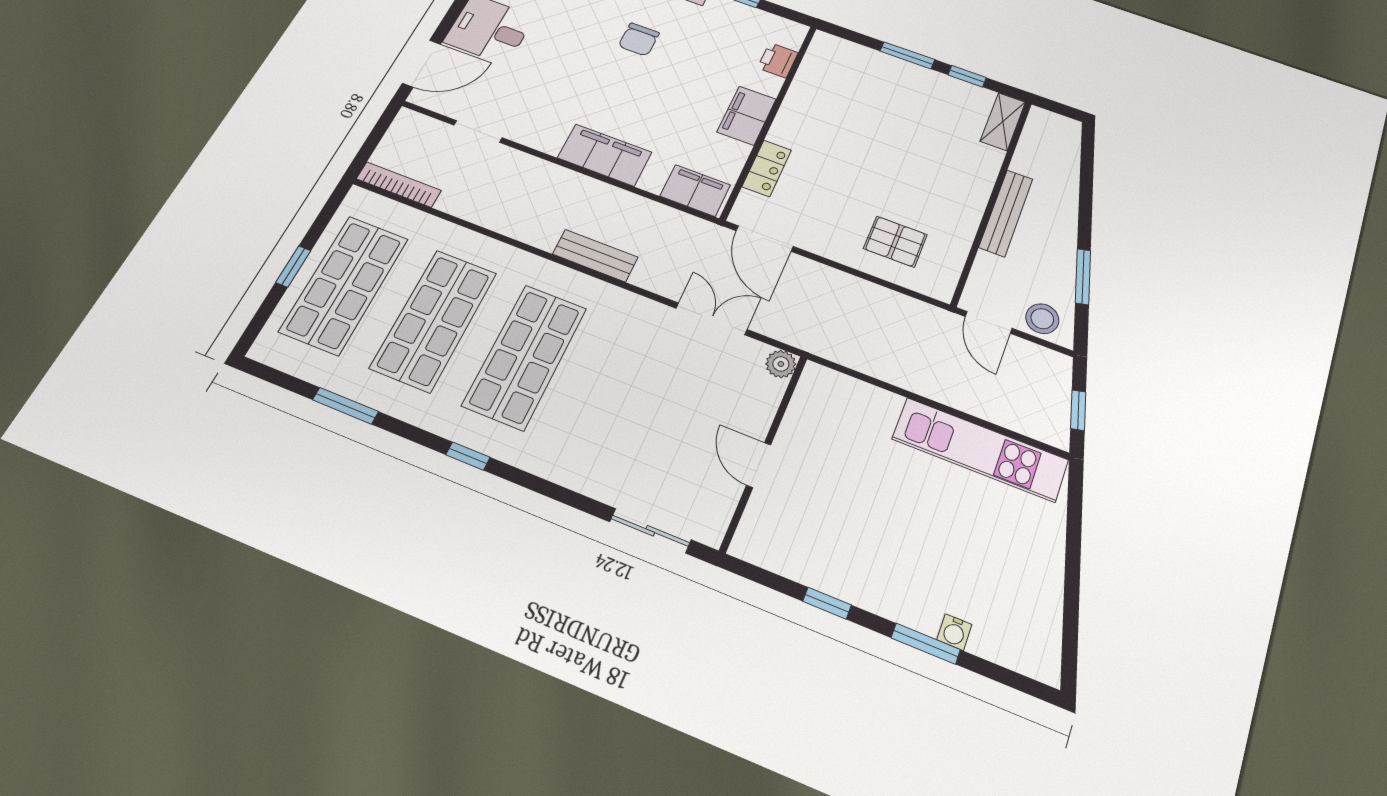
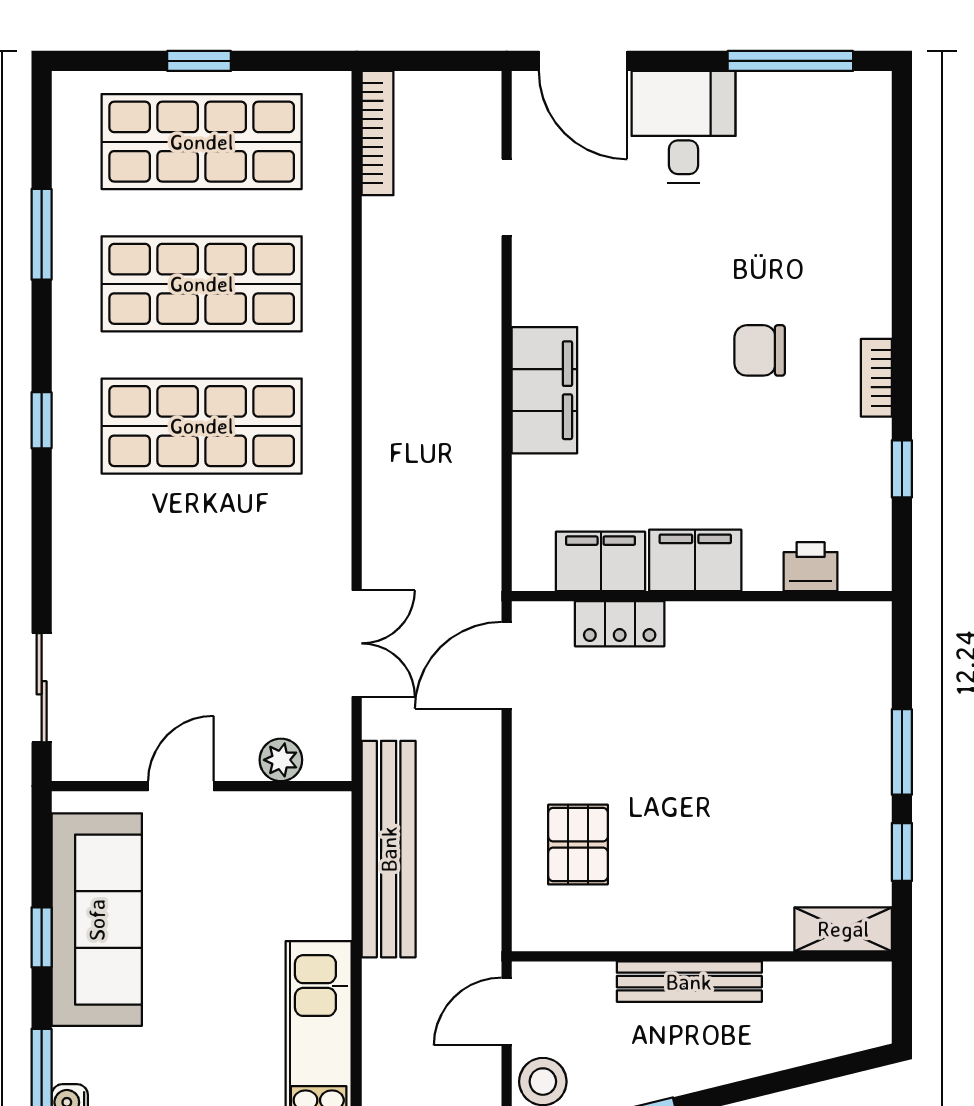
filing cabinet: (695, 190) -> (601, 561), moved, turned -90
bench: (595, 256) -> (389, 849), moved, width x1.86, depth x1.21
plant: (781, 364) -> (281, 760), moved
sofa: (829, 559) -> (97, 920), added

